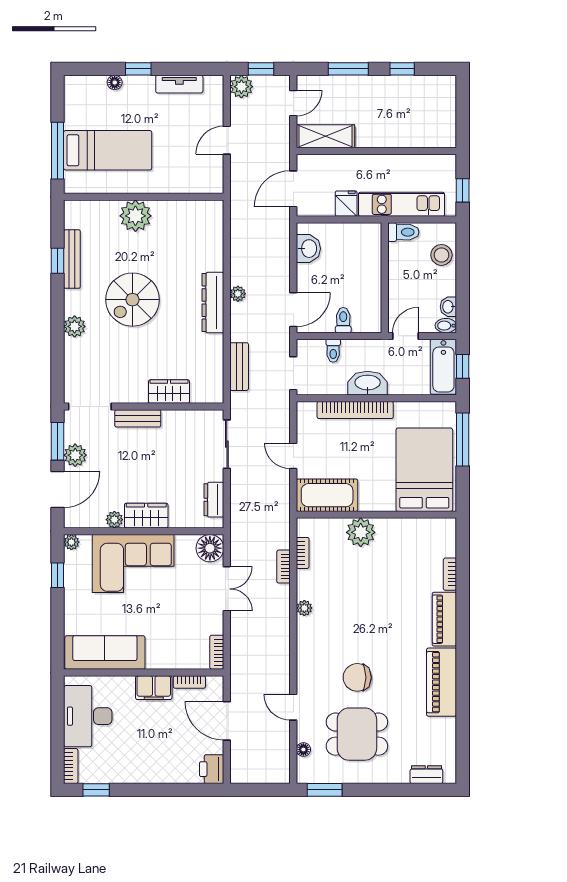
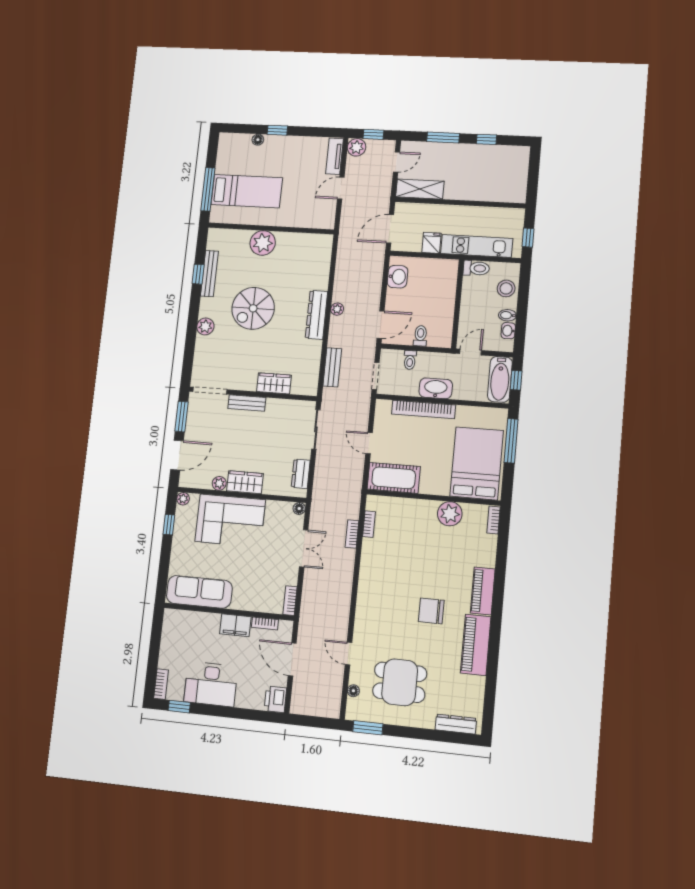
tv unit: (179, 84) -> (334, 156), moved, turned 90
bidet: (446, 326) -> (507, 315), moved
plant: (75, 455) -> (194, 429), removed
plant: (361, 532) -> (450, 514), moved
floor lamp: (210, 548) -> (299, 509), width x0.53, depth x0.53
bookcase: (450, 574) -> (494, 520), moved
plant: (304, 608) -> (366, 570), removed
chair: (357, 677) -> (431, 611), moved
desk: (88, 716) -> (211, 684), moved, turned -90
dresser: (426, 775) -> (456, 724), width x1.44

